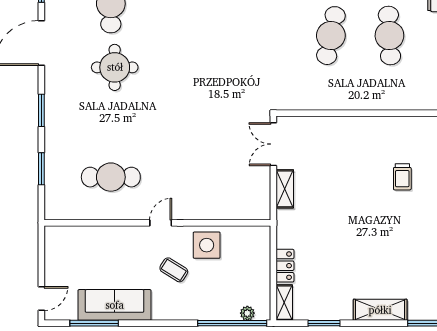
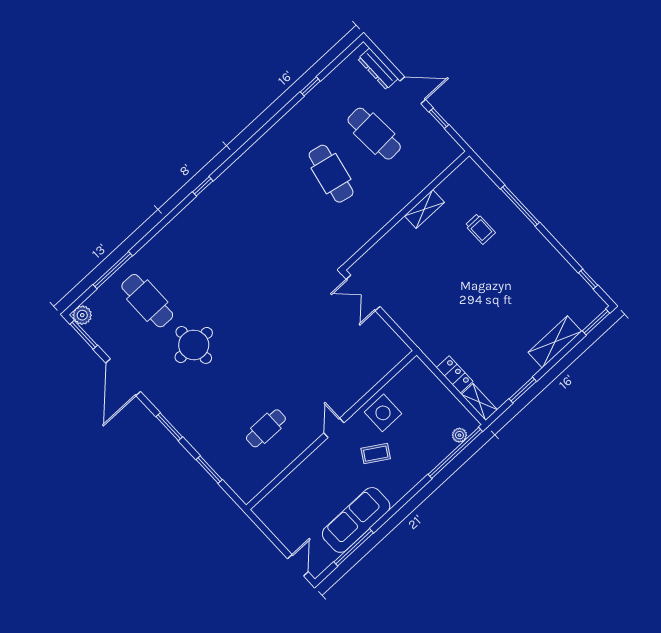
cafe table: (111, 177) -> (266, 428), width x0.73, depth x0.74
shelving: (285, 189) -> (424, 209), moved, turned 90

